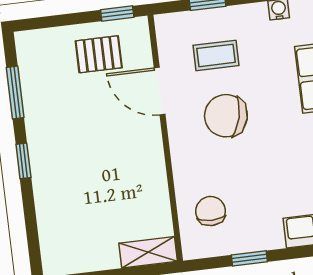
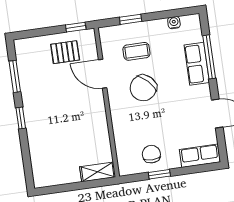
chair: (226, 116) -> (143, 88), turned -59
chair: (211, 211) -> (151, 154), moved

